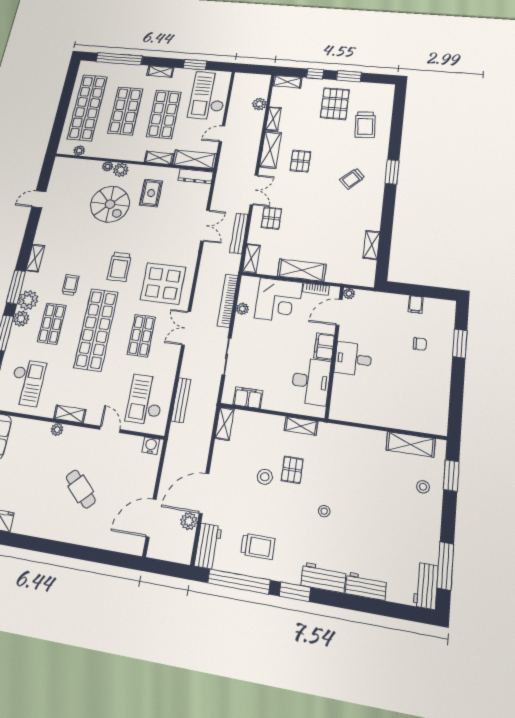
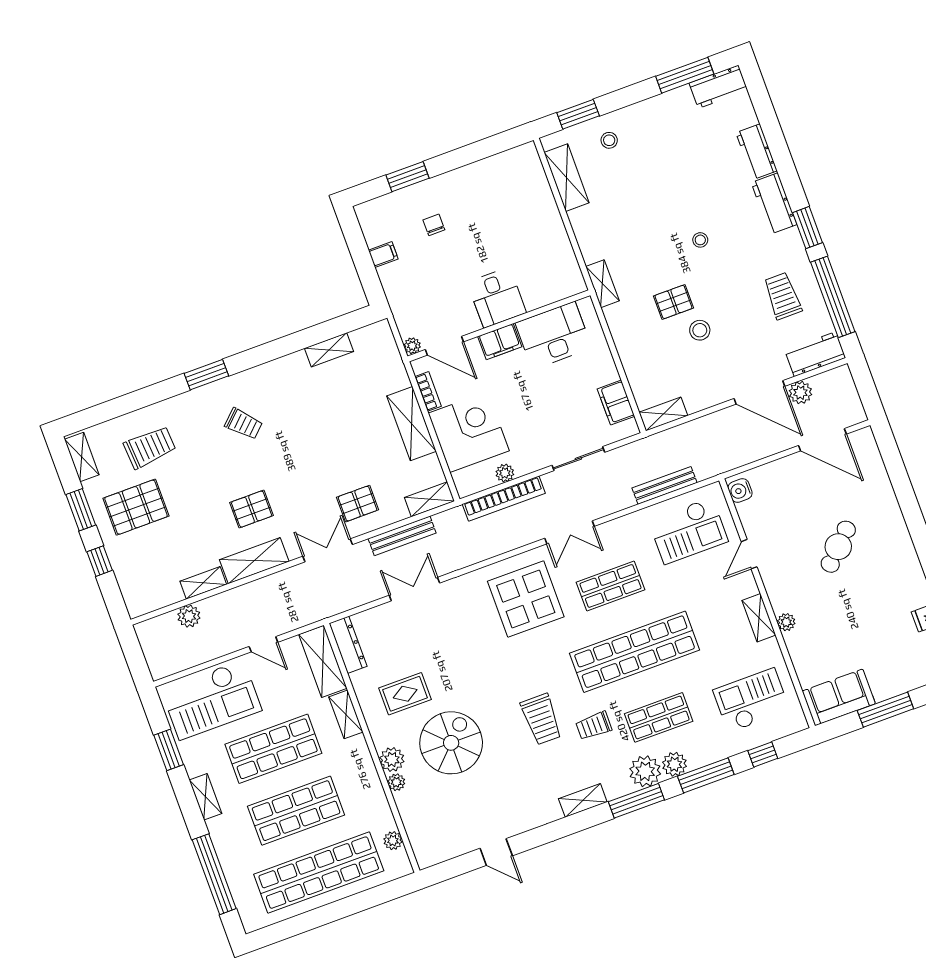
shelving: (287, 82) -> (82, 457), moved
trolley: (119, 267) -> (541, 719), moved, turned 90
shelving: (301, 426) -> (602, 284), moved

